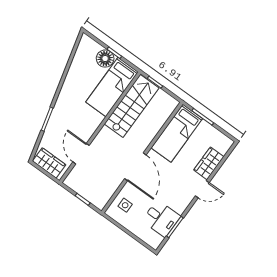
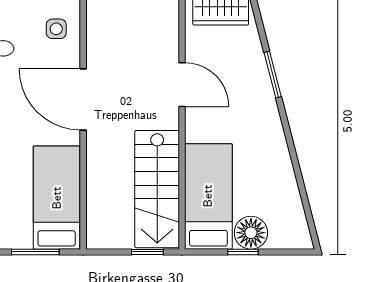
door: (81, 154) -> (182, 85), moved

